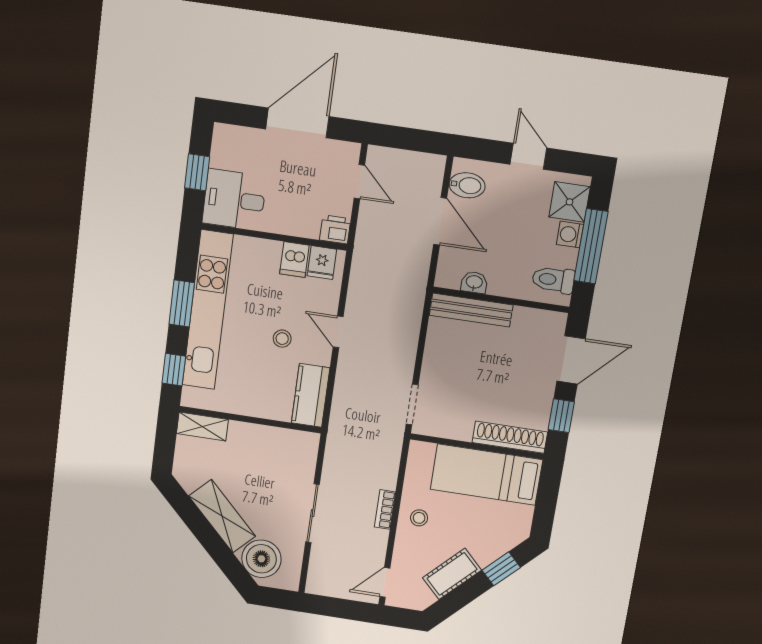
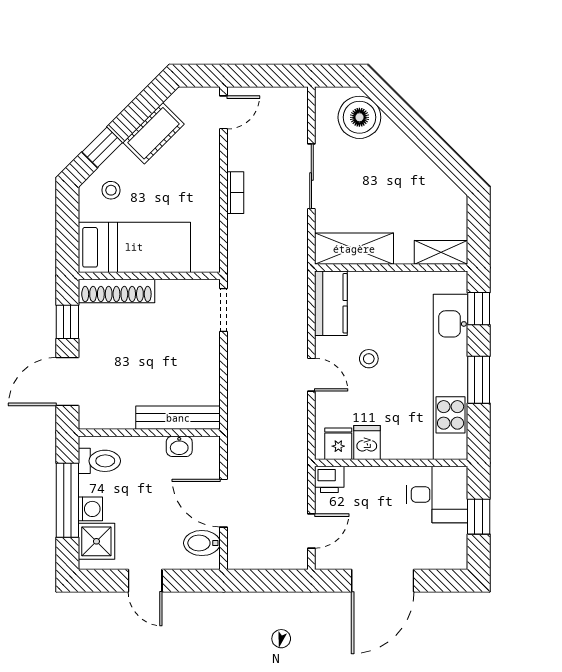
door: (359, 182) -> (311, 531), swing flipped
shelving: (222, 516) -> (354, 249), moved, turned -45
stool: (419, 518) -> (111, 190), moved

